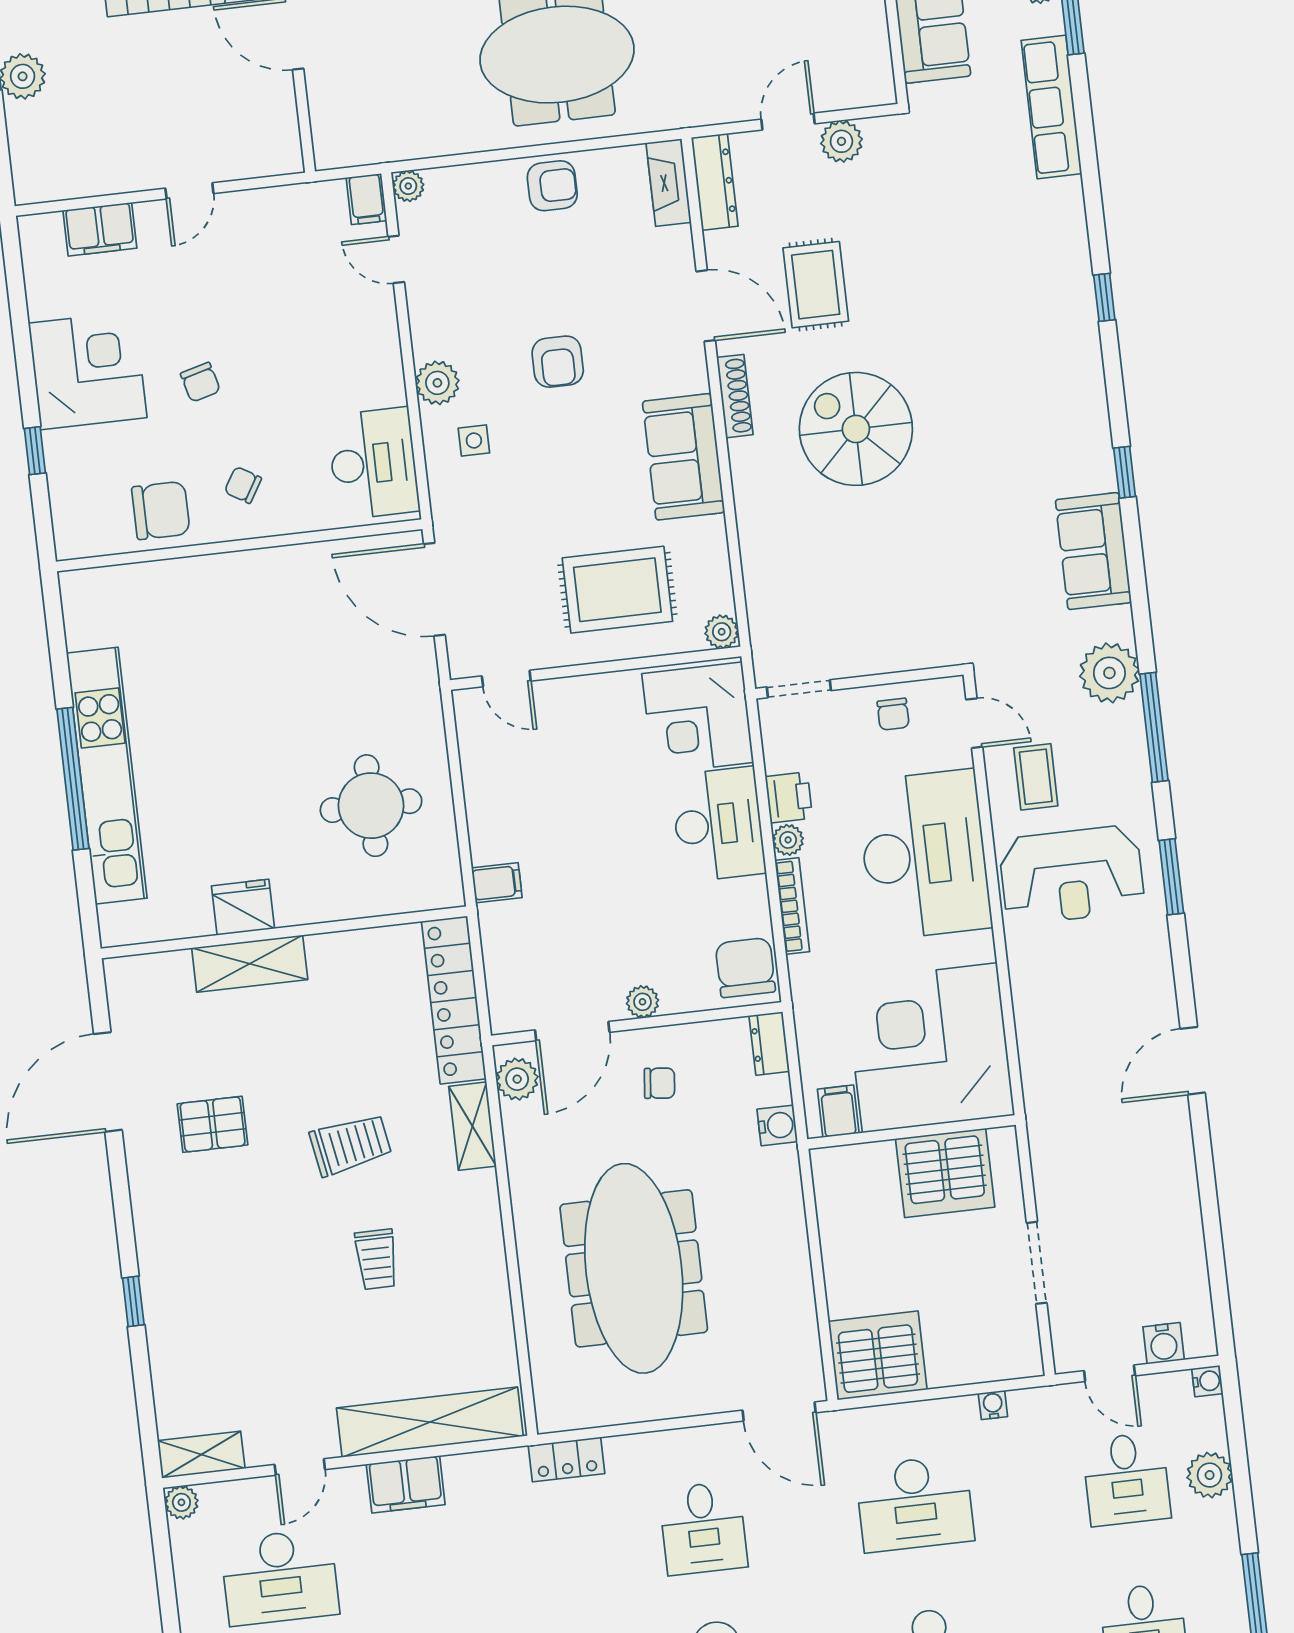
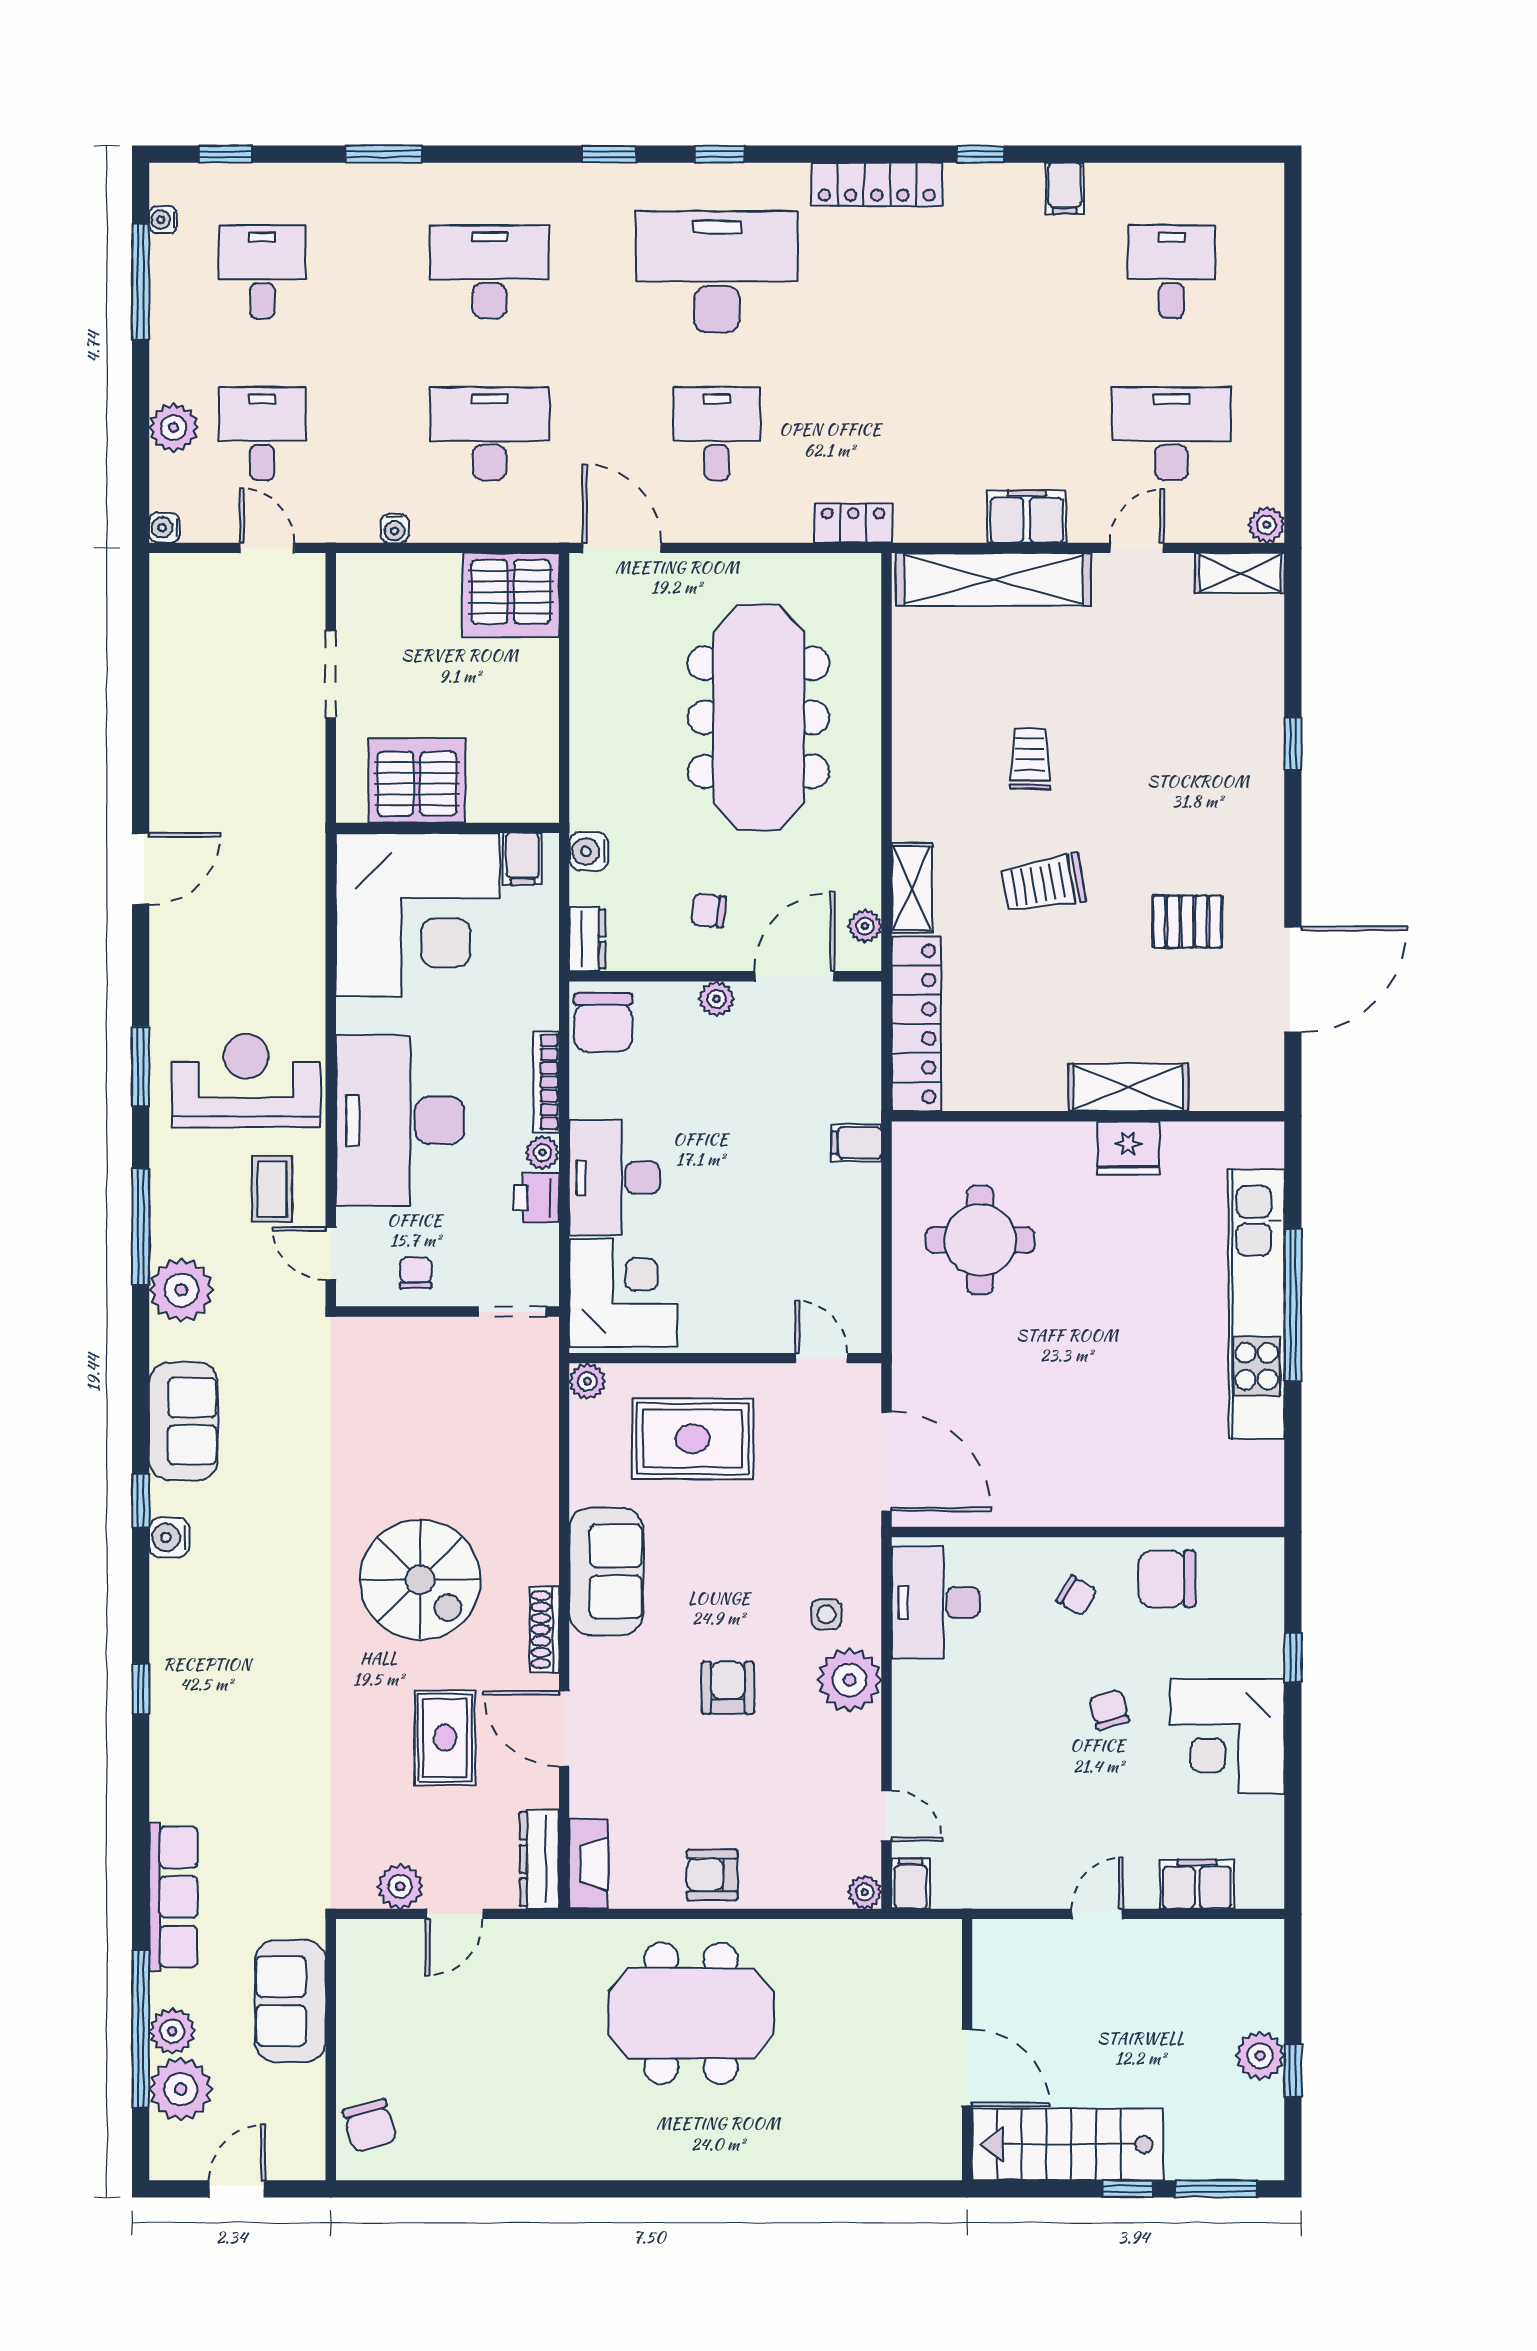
plant: (437, 383) -> (850, 1680), width x1.36, depth x1.36
plant: (517, 1079) -> (865, 926), width x0.73, depth x0.73
water cooler: (1164, 1343) -> (169, 1538), moved, turned -90

